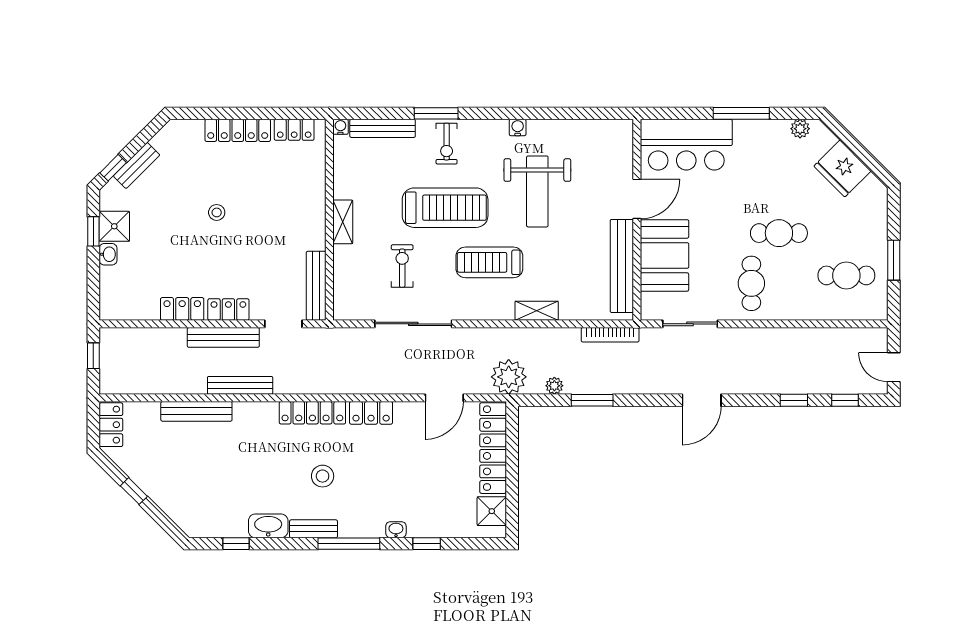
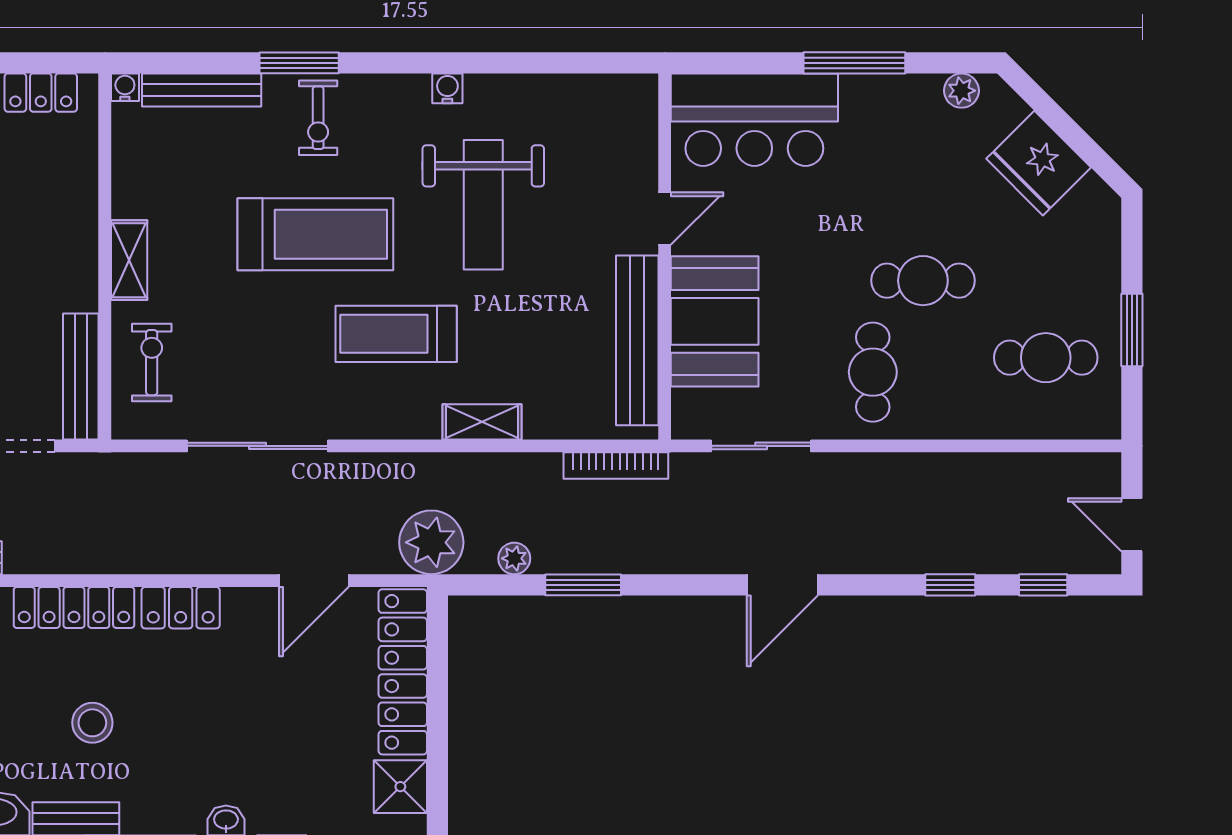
door: (637, 199) -> (665, 218), width x0.73
exercise bike: (402, 266) -> (152, 363), moved

